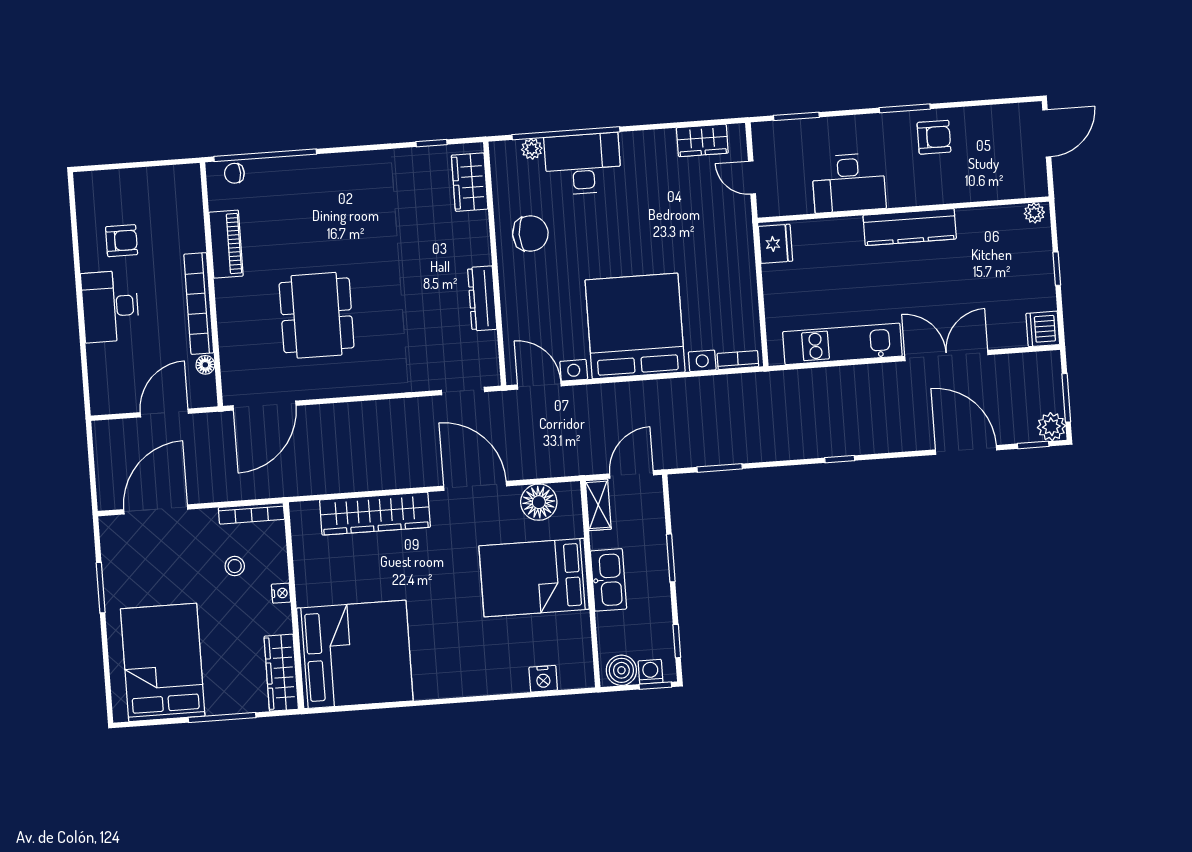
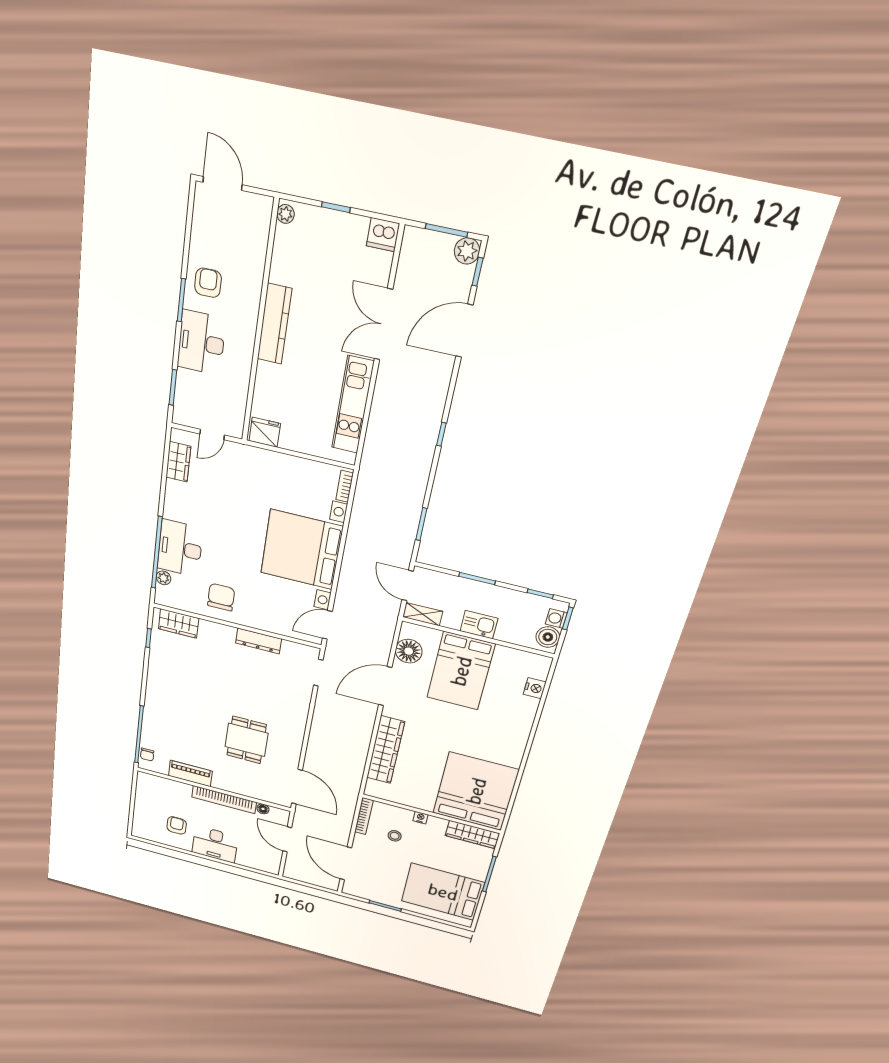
desk: (849, 183) -> (201, 343), moved, turned 180
dining table: (317, 315) -> (247, 740), width x0.73
kitchen sink: (608, 580) -> (479, 625), width x0.73

